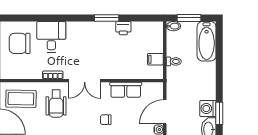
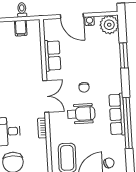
wheelchair: (56, 104) -> (81, 114), moved
chair: (106, 120) -> (84, 87), moved

